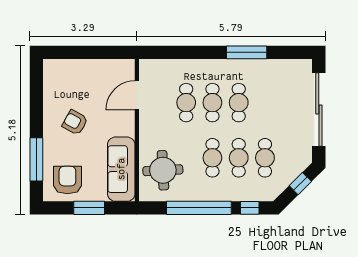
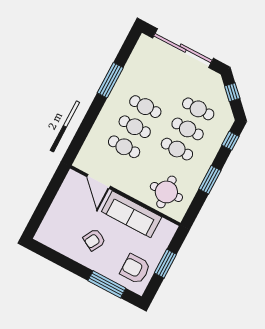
sofa: (121, 169) -> (132, 214), moved
window: (199, 208) -> (210, 180), width x0.47

